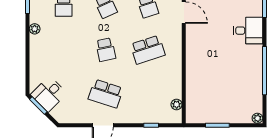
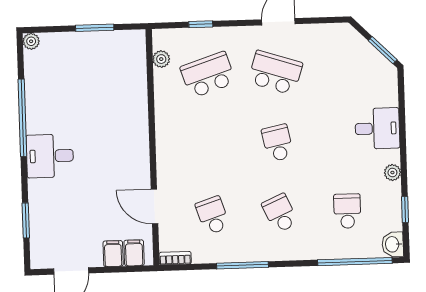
desk: (248, 31) -> (50, 156), moved
school desk: (148, 50) -> (208, 75), moved
desk: (49, 94) -> (377, 128), moved, turned 45

